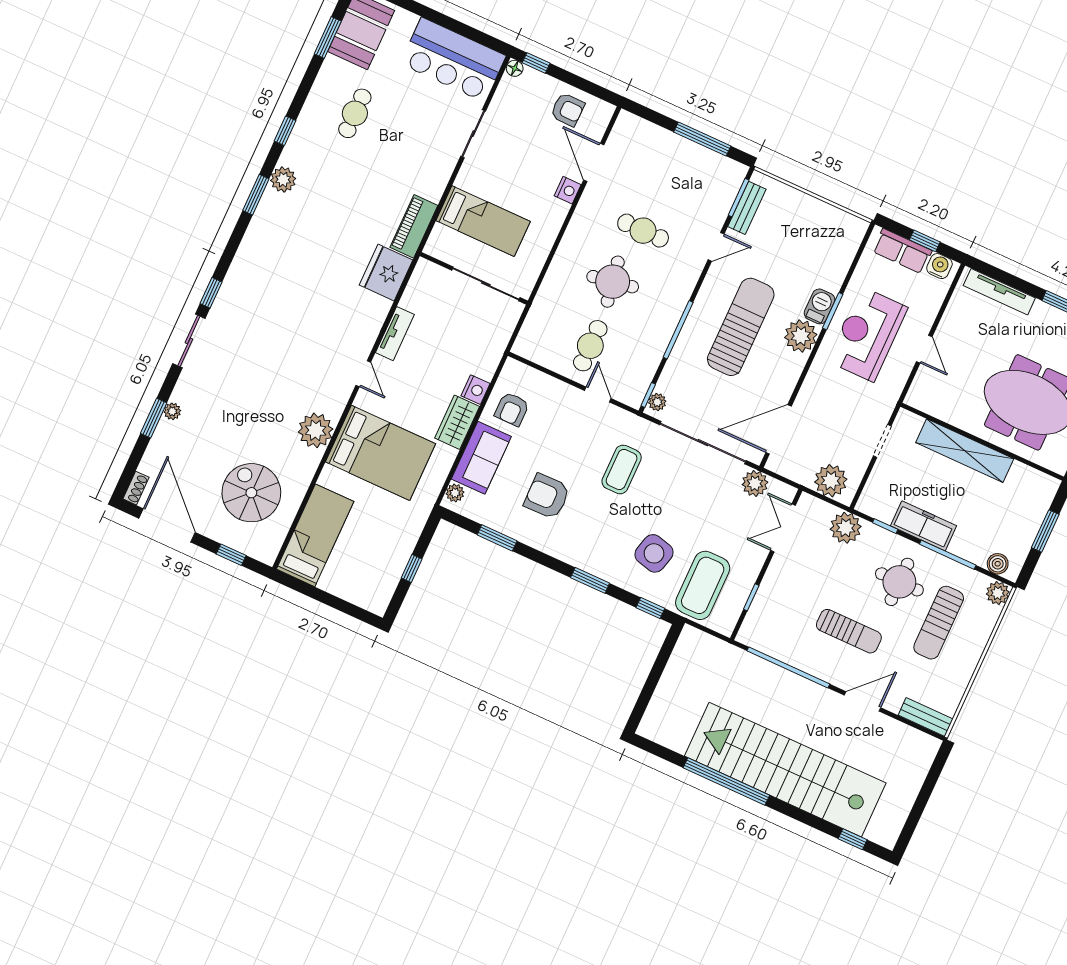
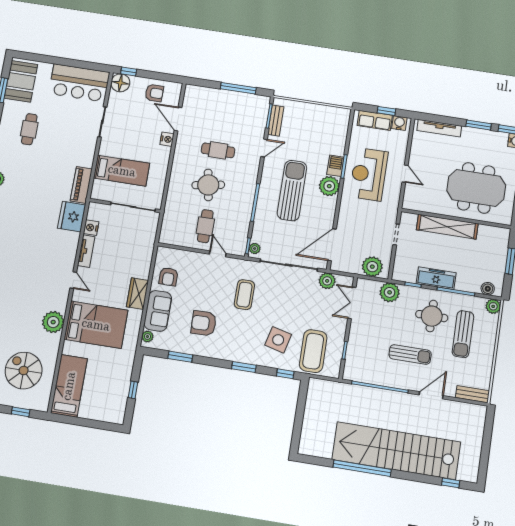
floor lamp: (515, 68) -> (120, 83), width x1.89, depth x1.89
nightstand: (475, 390) -> (91, 228), moved, turned 180

